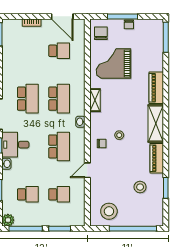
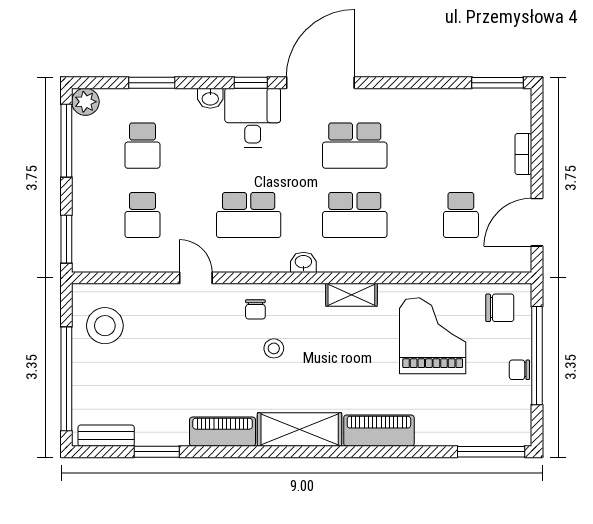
window: (122, 16) -> (537, 356), width x1.46
stool: (140, 187) -> (159, 395), removed
bench: (159, 211) -> (106, 436), added
window: (60, 229) -> (66, 239), moved

